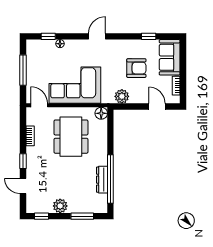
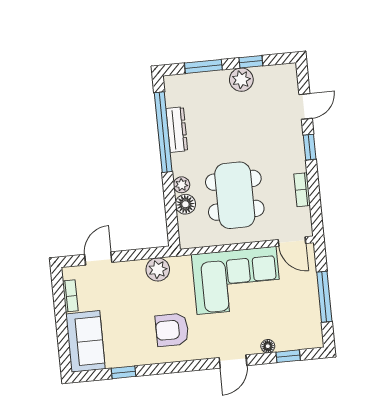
door: (97, 36) -> (233, 362), moved
armchair: (136, 68) -> (172, 330), moved
door: (157, 107) -> (98, 258), swing flipped
floor lamp: (101, 113) -> (185, 204), moved
plant: (102, 146) -> (182, 185), added
door: (23, 186) -> (306, 106), hinge flipped
window: (41, 216) -> (251, 62), moved

